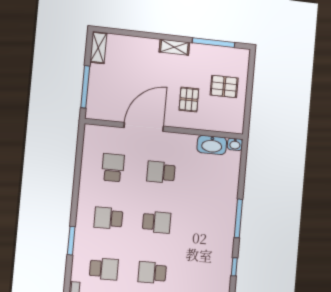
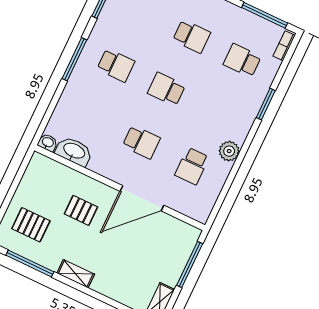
pallet: (224, 86) -> (31, 225), moved
pallet: (189, 100) -> (81, 210), turned 90
plant: (87, 191) -> (229, 151), added
school desk: (108, 218) -> (116, 65), moved

